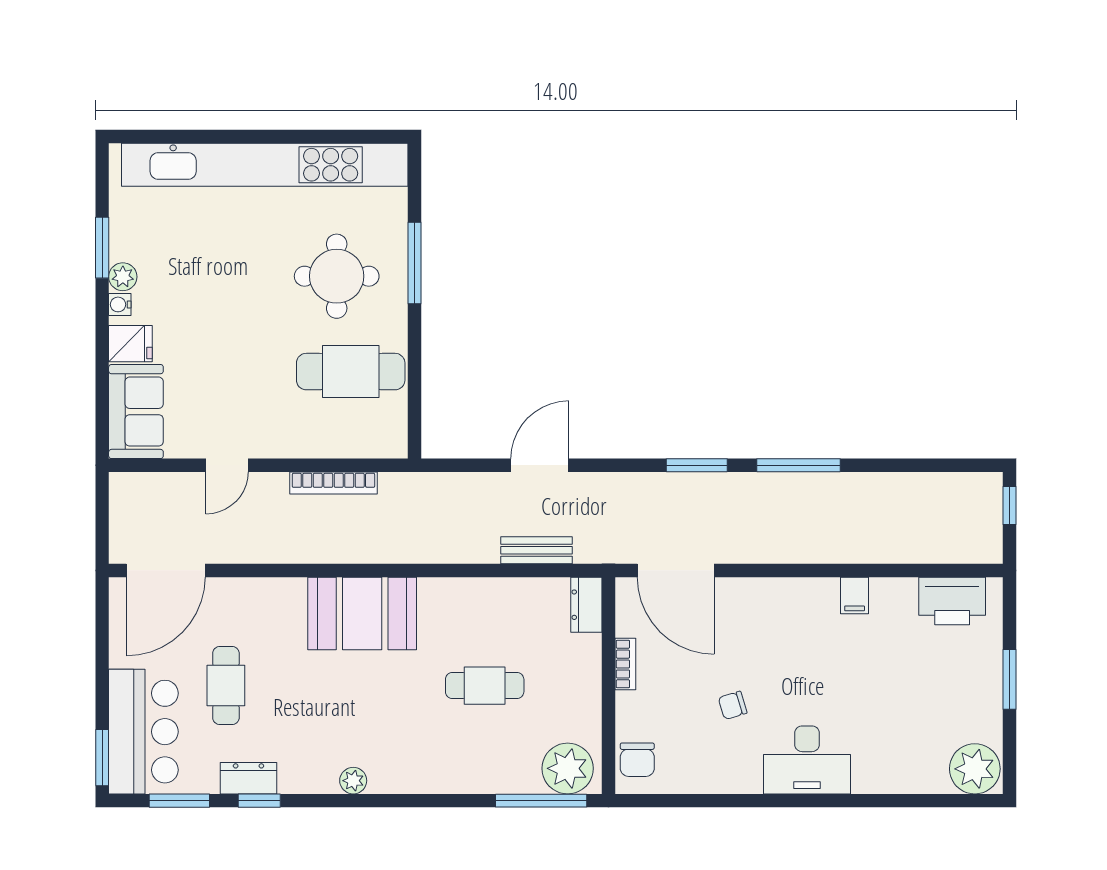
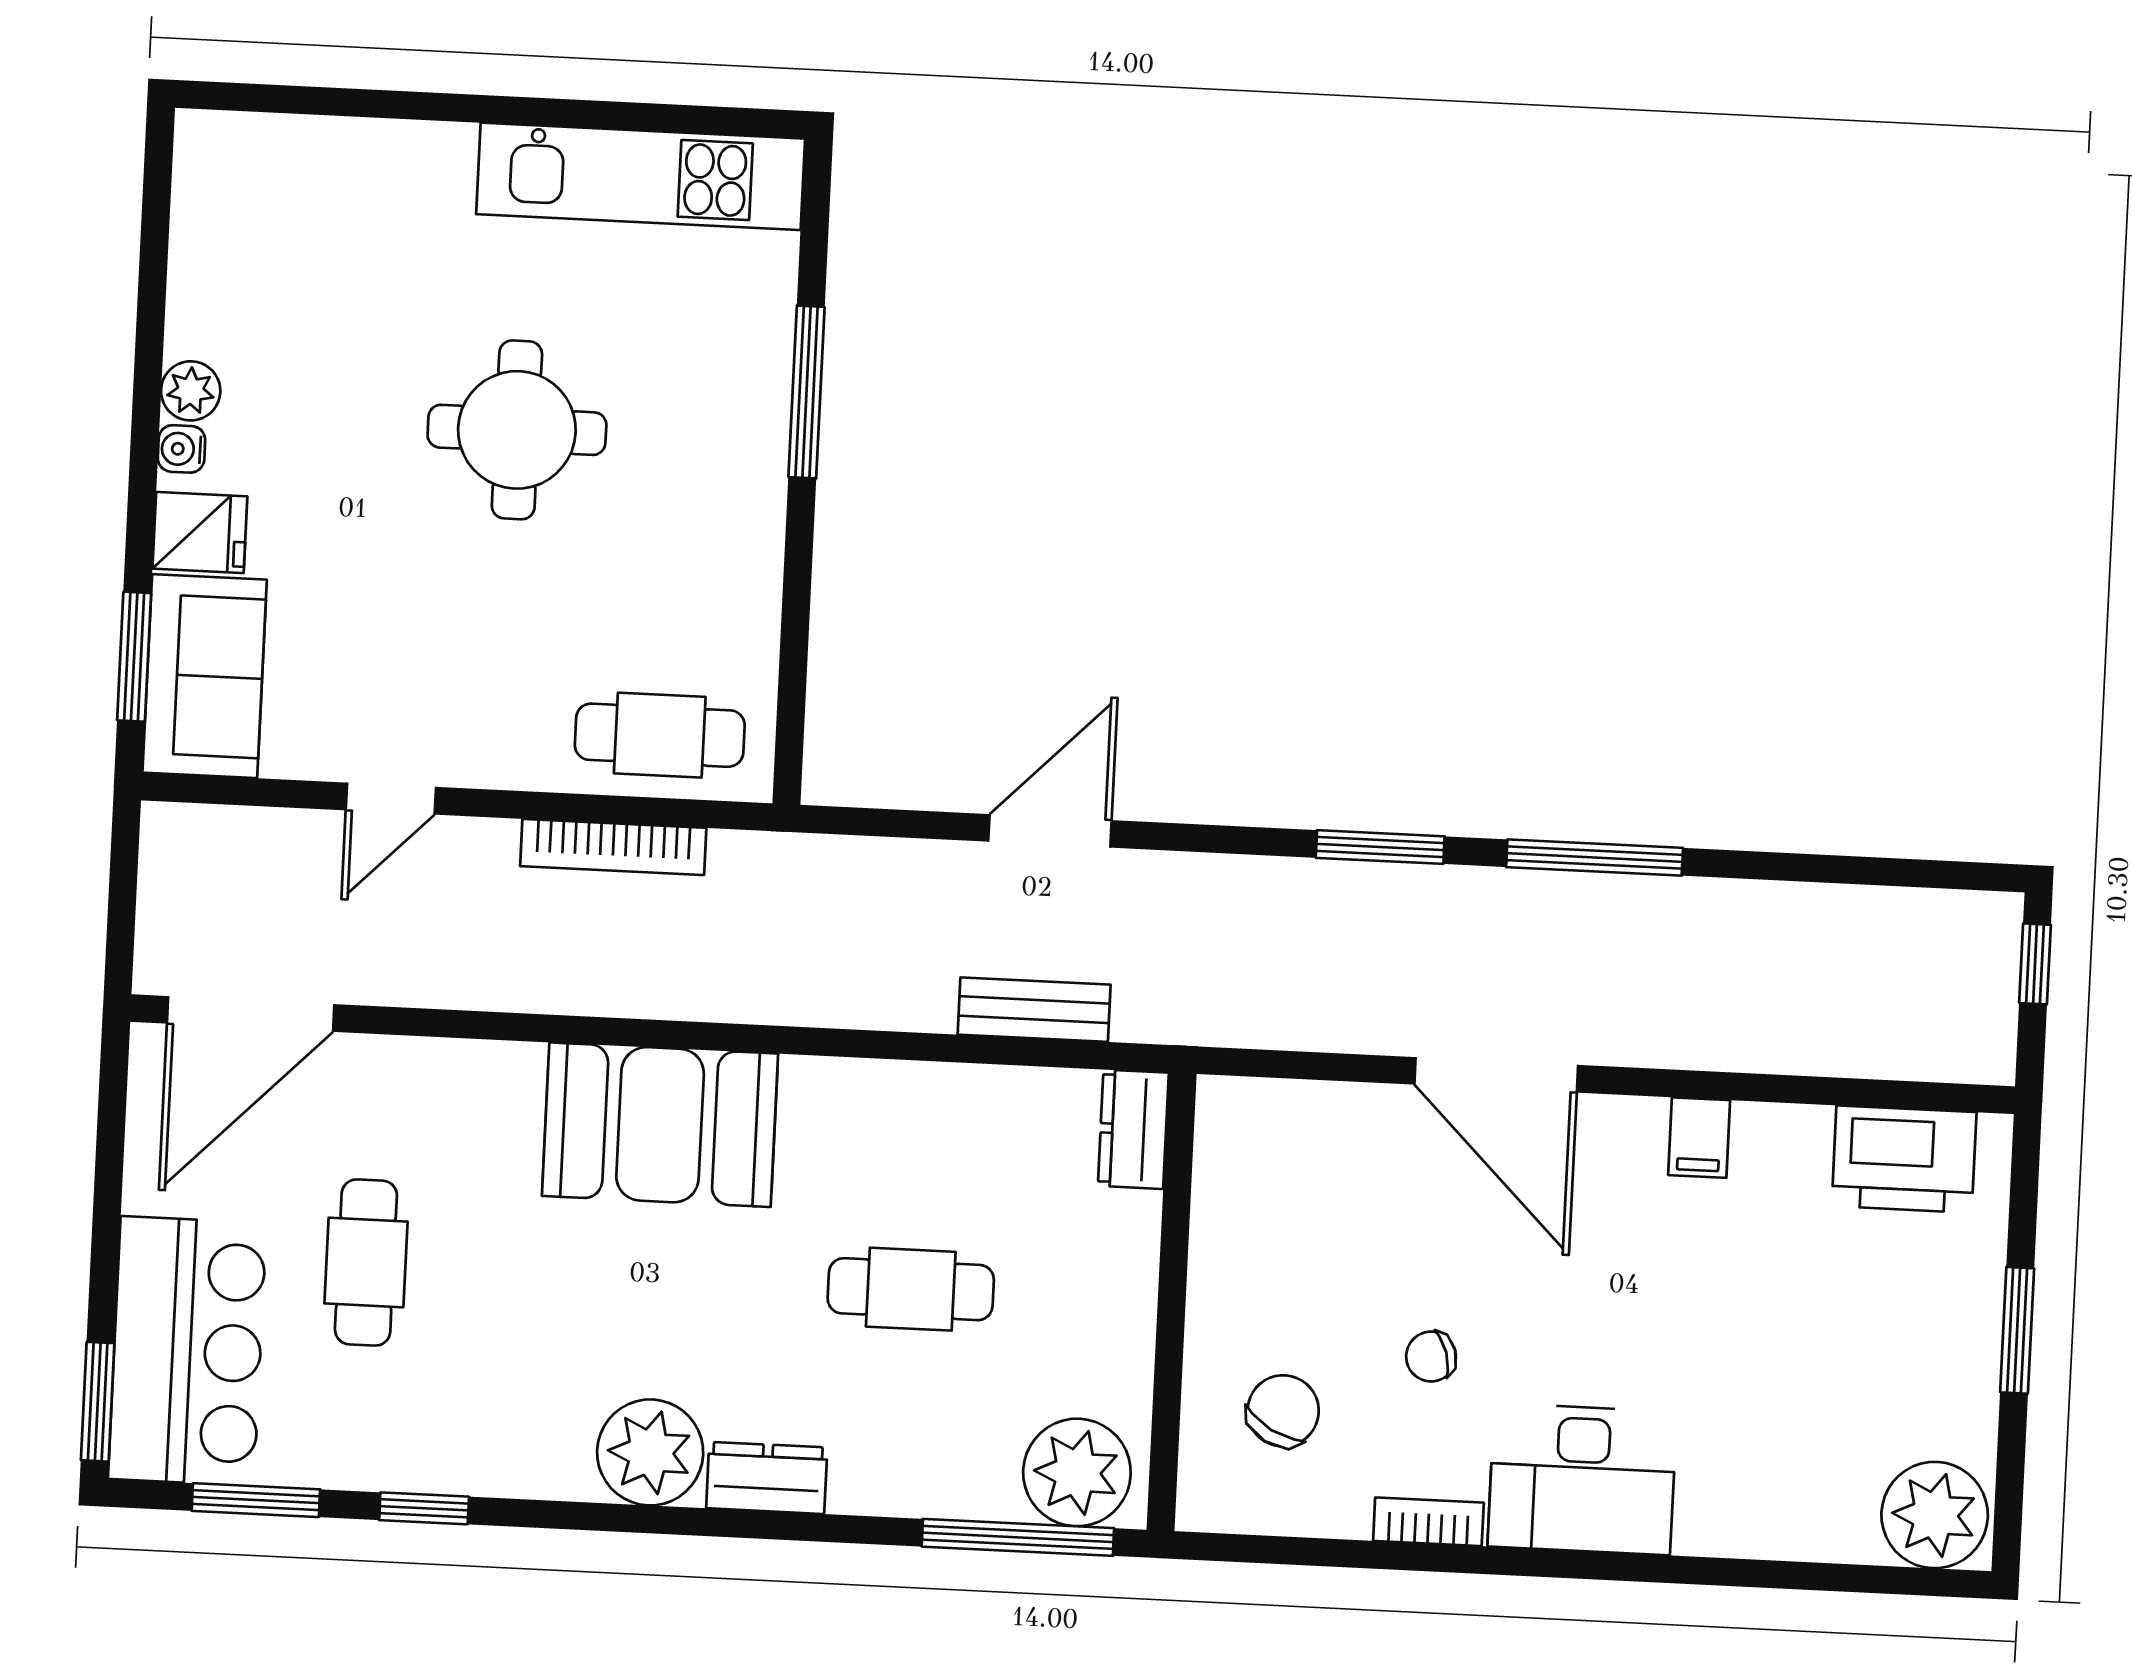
kitchen unit: (265, 165) -> (641, 176), width x0.54
window: (102, 248) -> (134, 657), moved
round table: (337, 276) -> (517, 430), moved
cafe table: (351, 372) -> (660, 735), moved, width x0.73, depth x0.74
door: (676, 570) -> (1496, 1075), moved
bookcase: (625, 664) -> (1428, 1522), moved, turned -90
chair: (637, 760) -> (1283, 1411), moved, turned -151
dresser: (248, 778) -> (767, 1478), moved
plant: (353, 781) -> (650, 1452), width x1.87, depth x1.87

